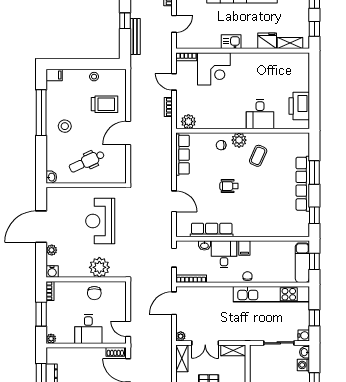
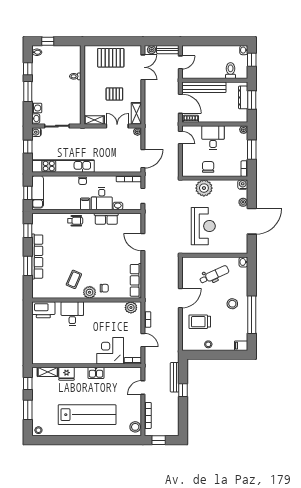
printer: (299, 106) -> (43, 310), moved, turned 90
wheelchair: (229, 186) -> (75, 221), moved
row of seats: (212, 230) -> (106, 219), width x0.68

